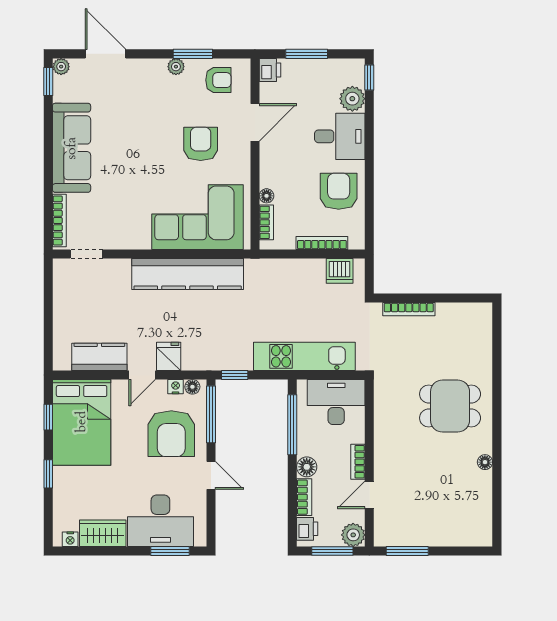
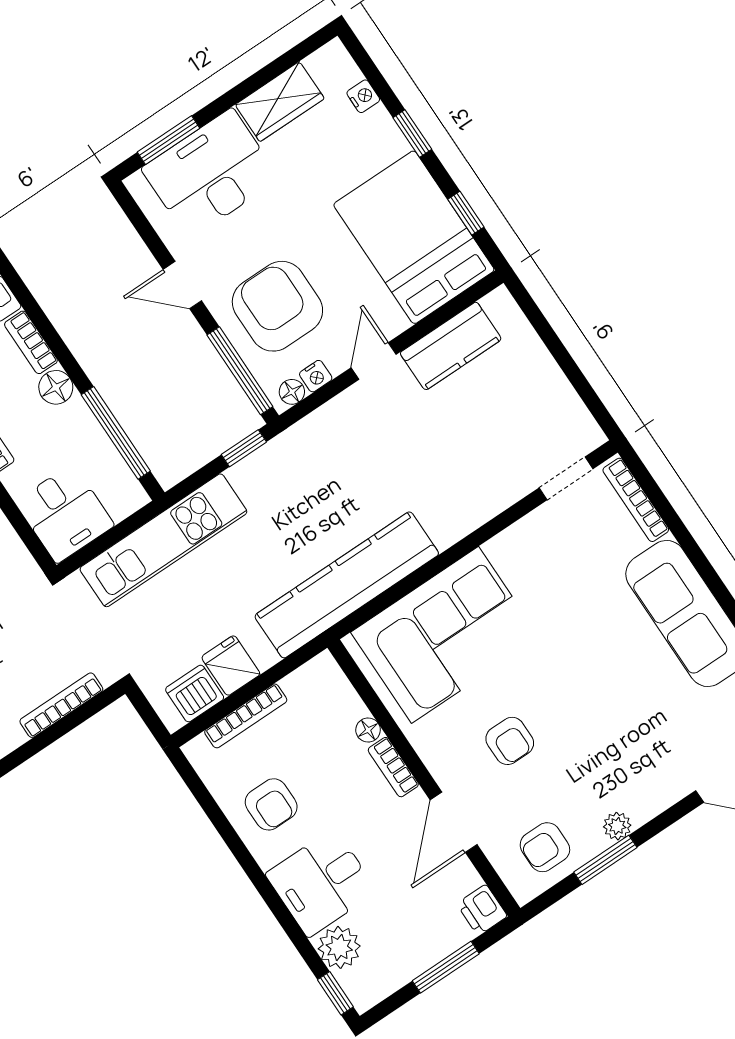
armchair: (201, 144) -> (510, 741), width x0.72, depth x0.72
armchair: (339, 191) -> (271, 804), width x0.72, depth x0.72
bookcase: (266, 222) -> (393, 767), moved
kitchen counter: (188, 274) -> (347, 585), moved
fridge: (169, 356) -> (231, 666), moved, turned 180
desk: (336, 402) -> (65, 514), width x0.73
nightstand: (70, 539) -> (363, 96), moved, turned 90

